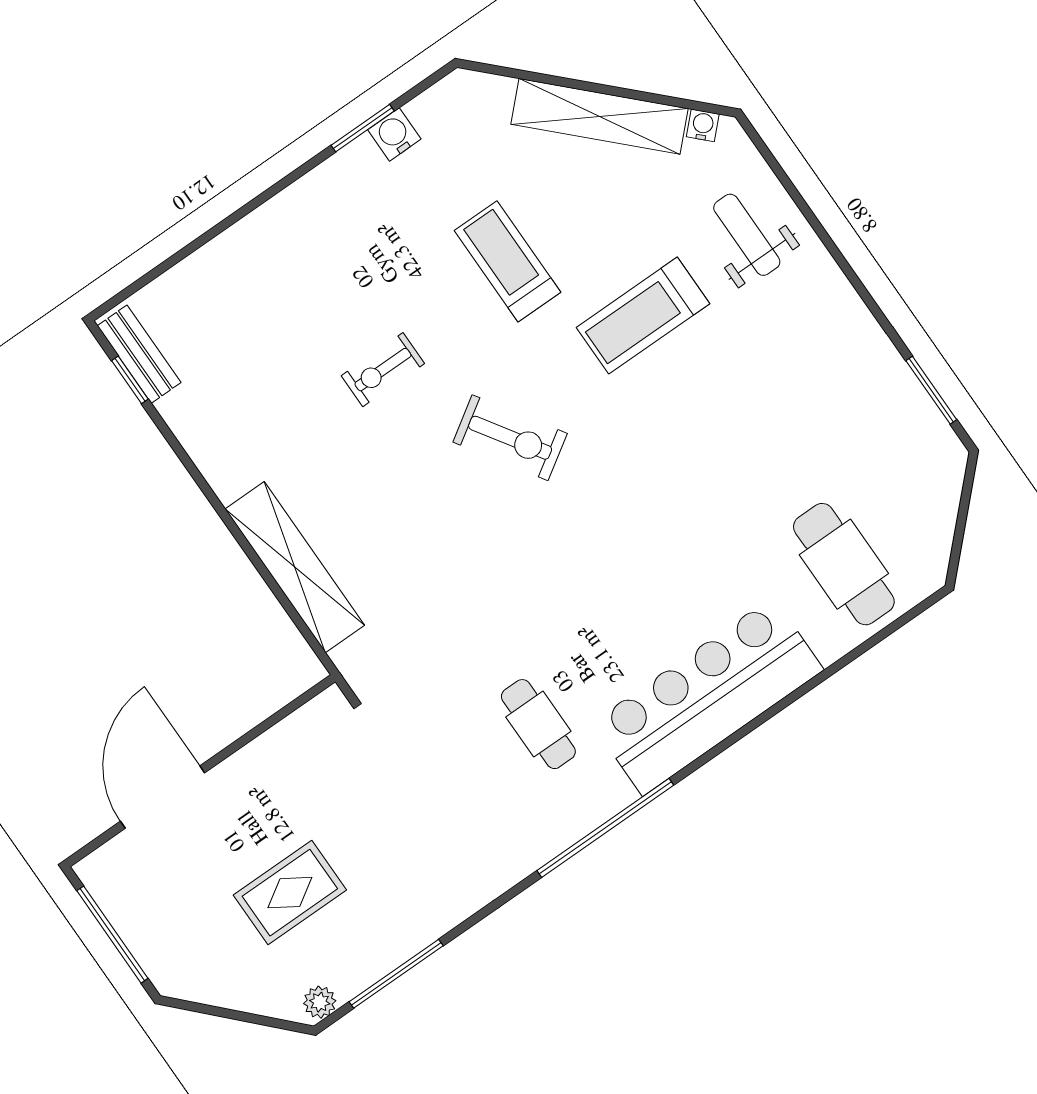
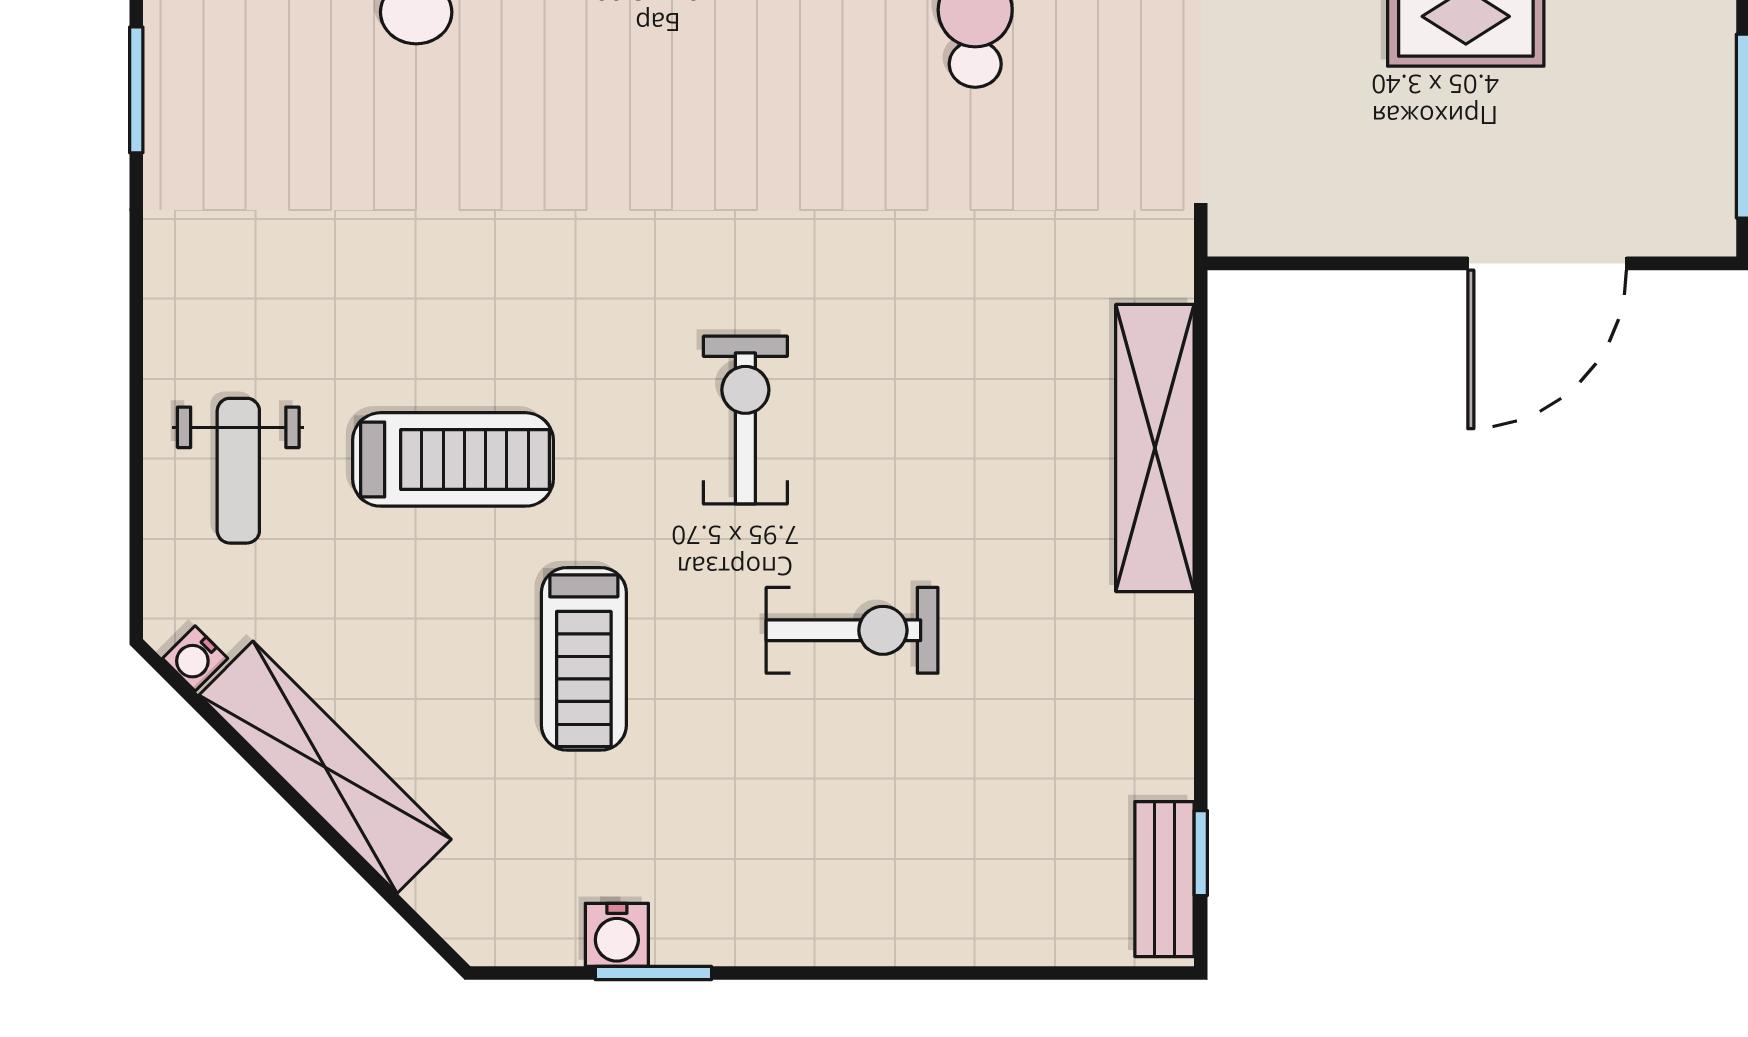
exercise bike: (383, 370) -> (852, 630), width x1.38, depth x1.39
exercise bike: (510, 438) -> (745, 420), turned 33

